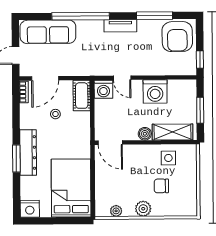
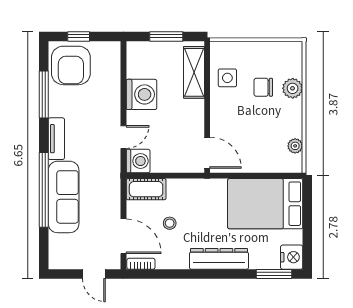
sofa: (48, 32) -> (64, 197), moved
armchair: (177, 37) -> (71, 65), turned 91
window: (200, 60) -> (79, 36), moved
boiler: (145, 134) -> (196, 108), removed
door: (110, 143) -> (207, 153), hinge flipped
window: (16, 158) -> (274, 274), moved
chair: (161, 186) -> (263, 87), turned 90
plant: (143, 209) -> (293, 88), moved

